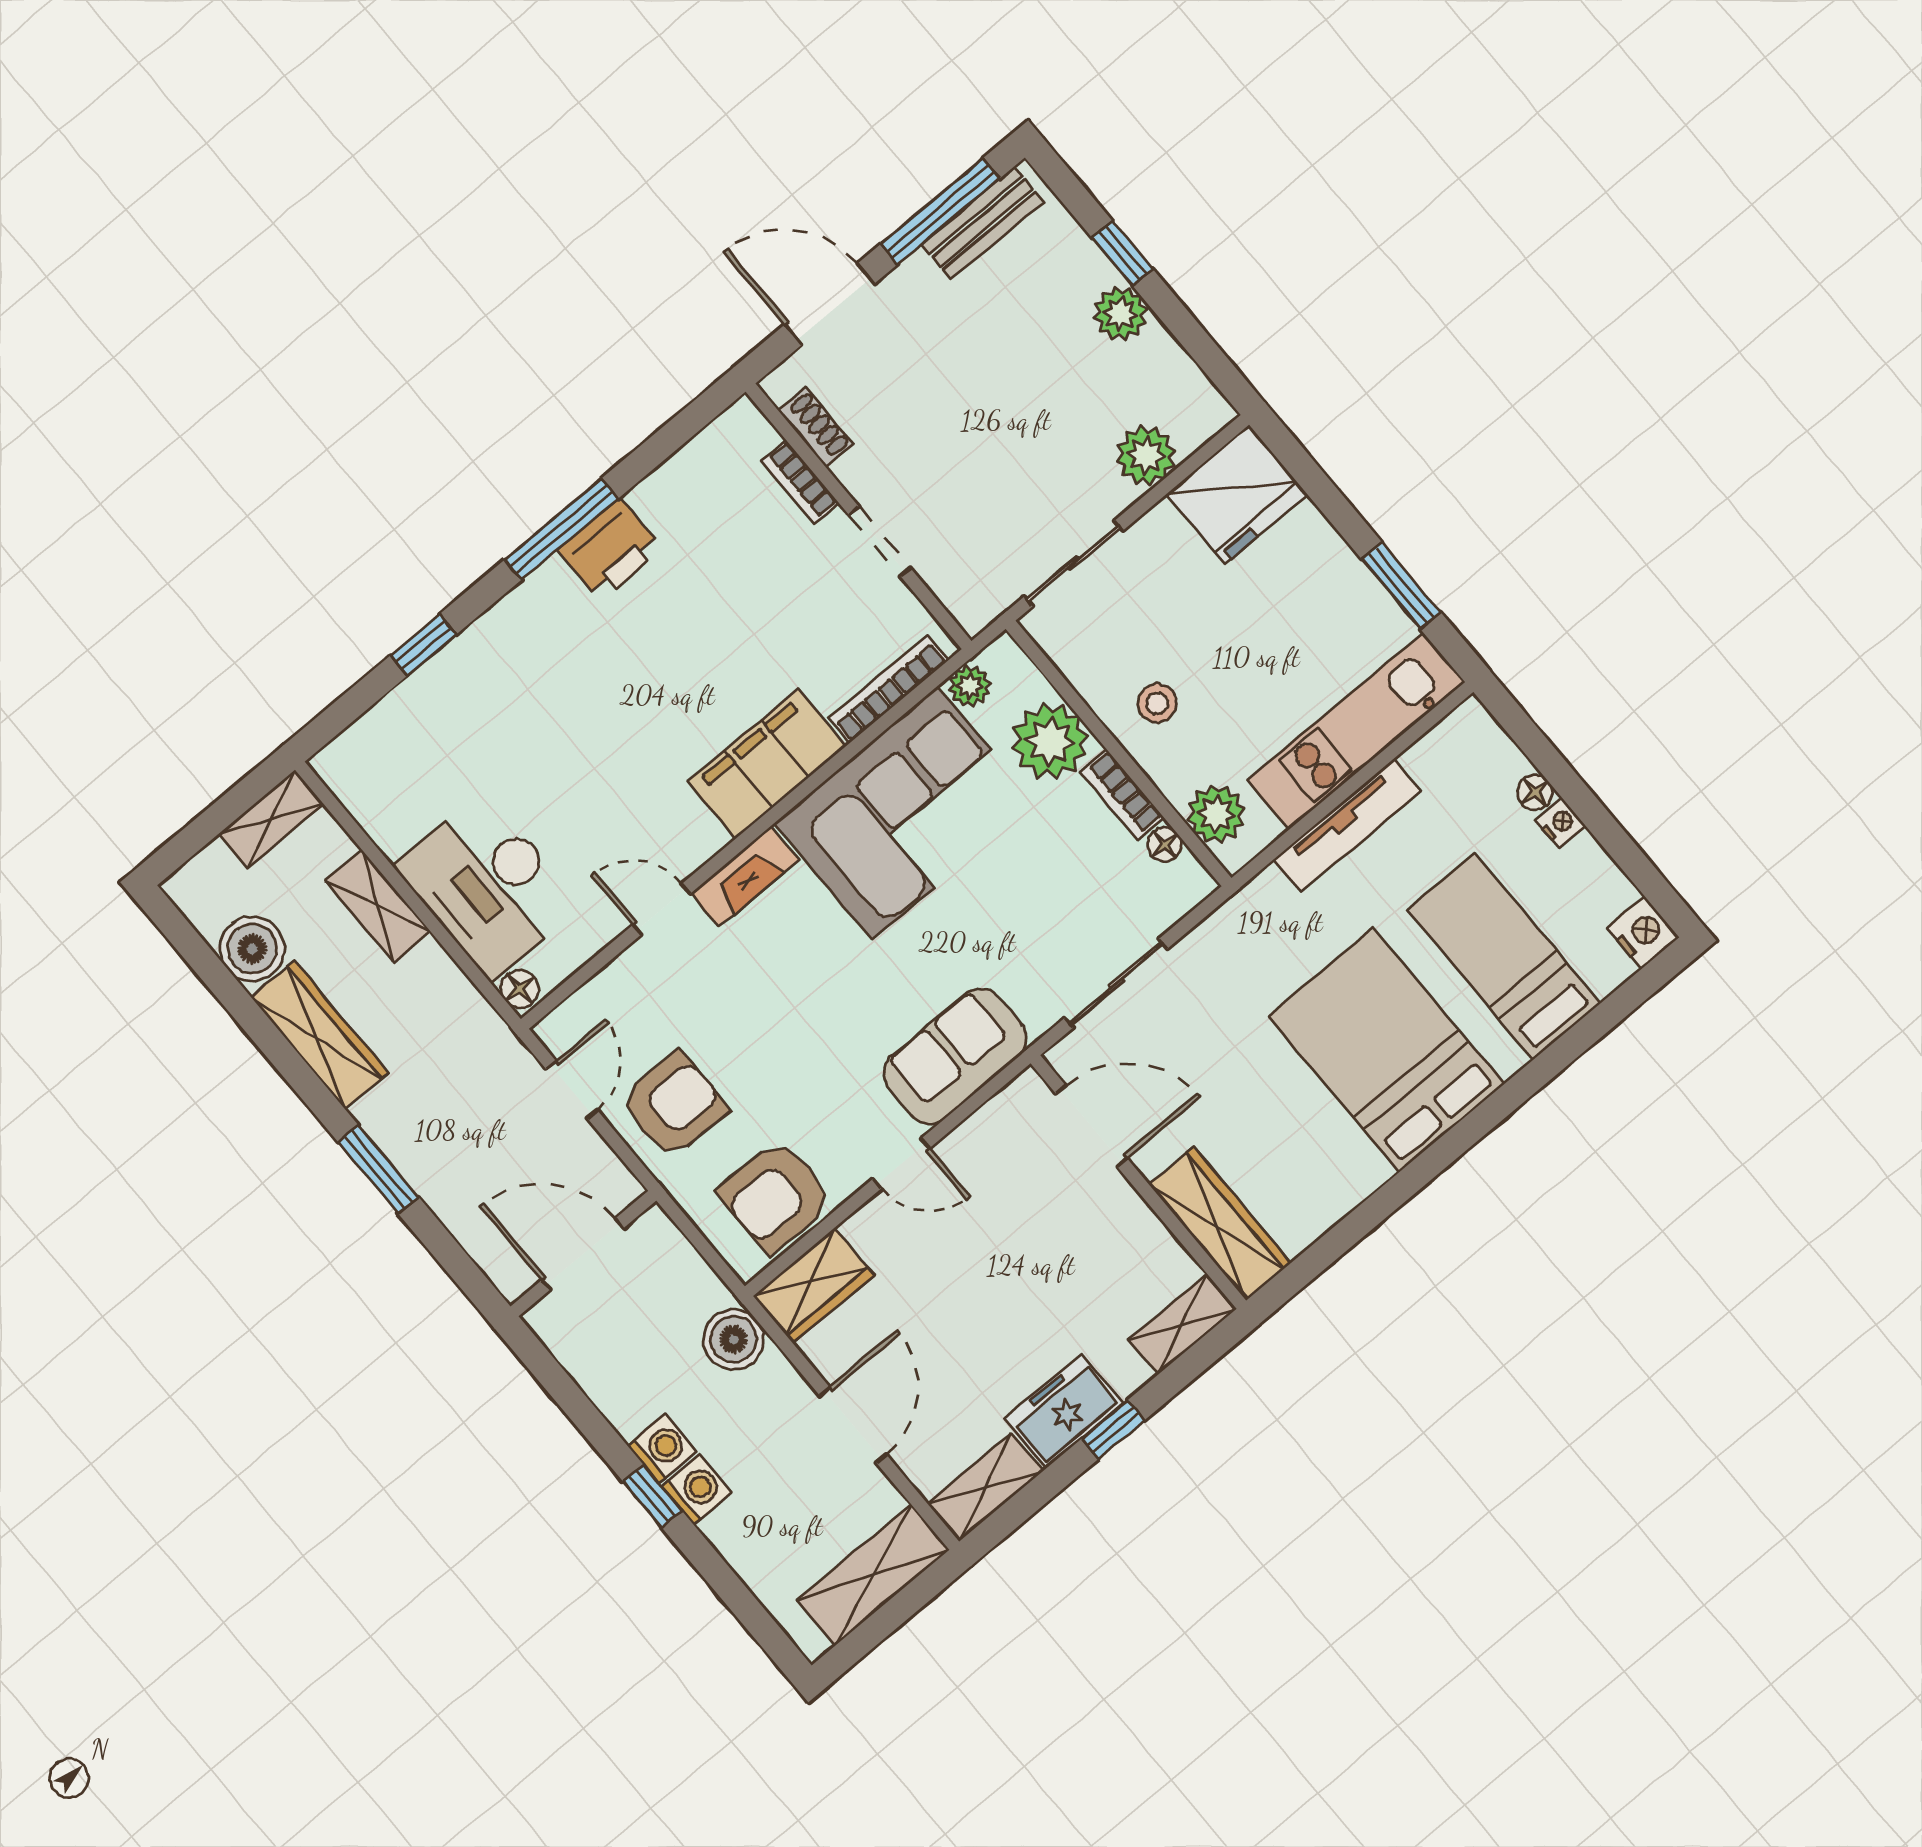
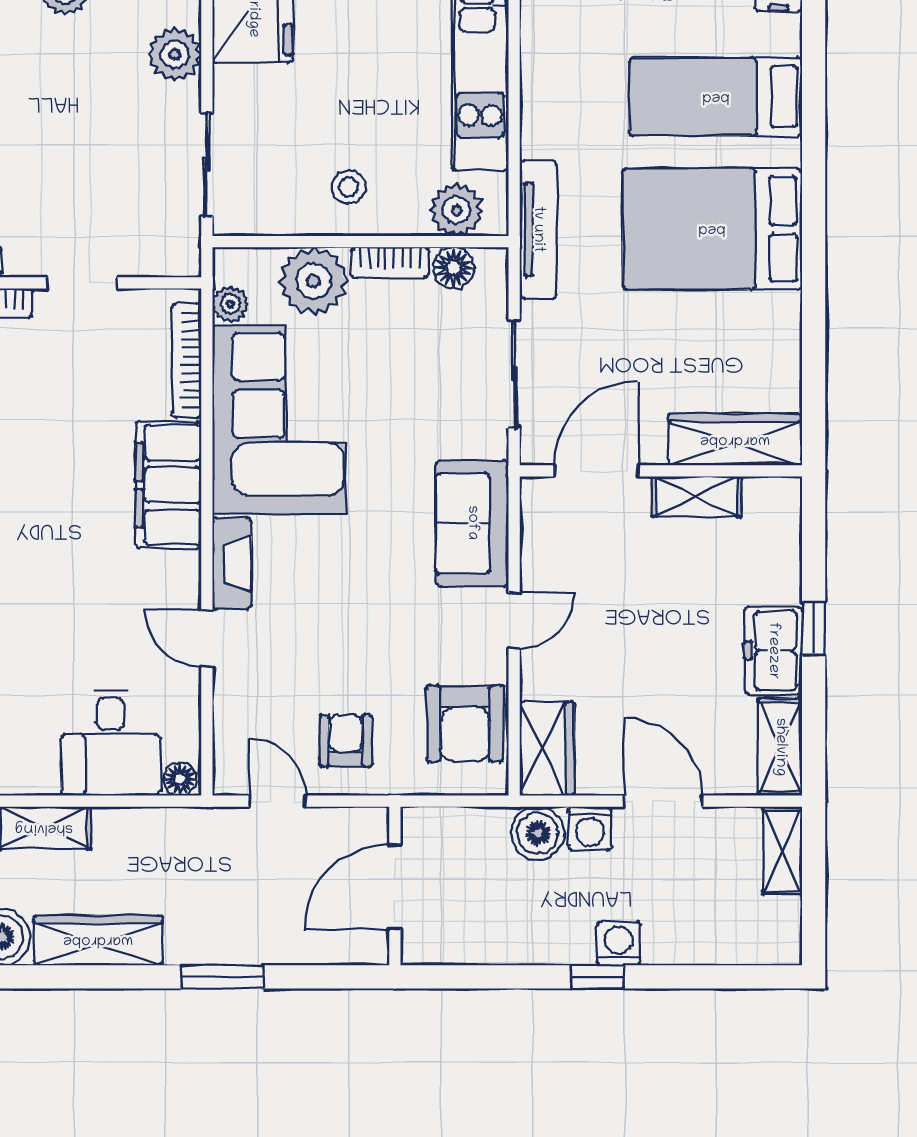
tv unit: (1348, 825) -> (538, 229), moved
floor lamp: (1164, 844) -> (453, 268), width x1.37, depth x1.37
desk: (487, 886) -> (111, 743), width x0.73
door: (662, 909) -> (207, 638), hinge flipped
armchair: (674, 1105) -> (346, 741), width x0.72, depth x0.72
shelving: (1182, 1325) -> (697, 497), moved, turned 90
washing machine: (662, 1449) -> (590, 829), moved, turned 180
shelving: (873, 1575) -> (782, 850), width x0.67, depth x0.75

